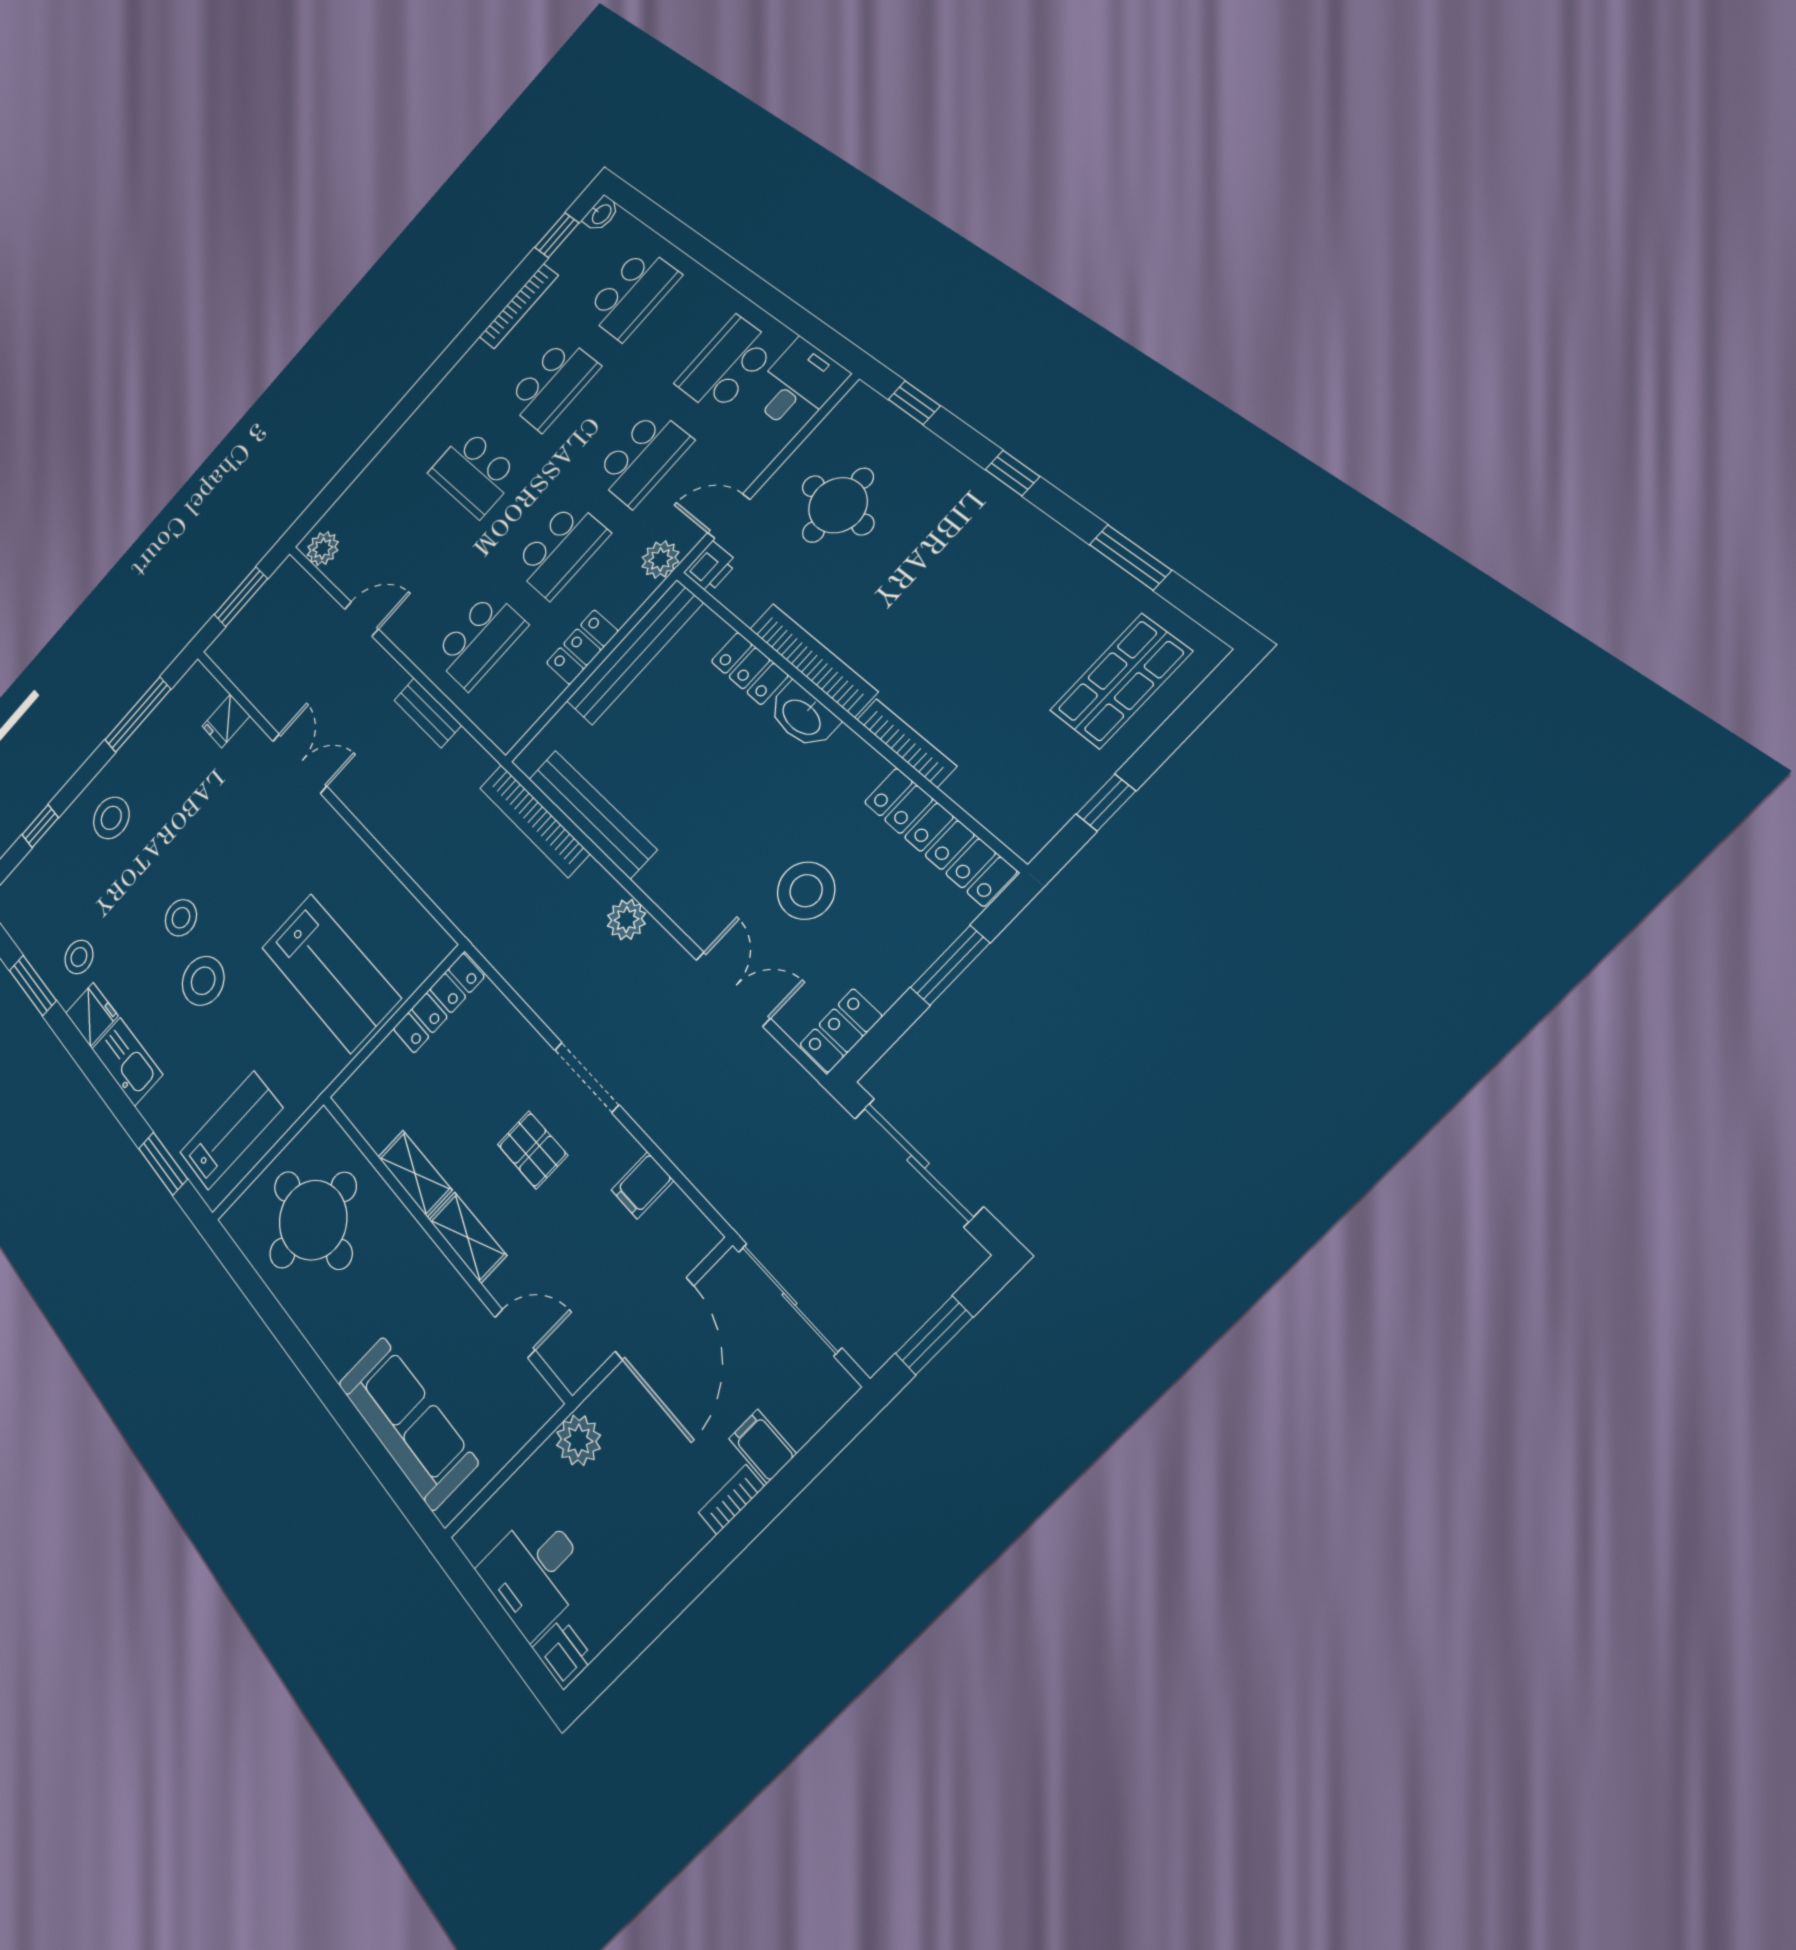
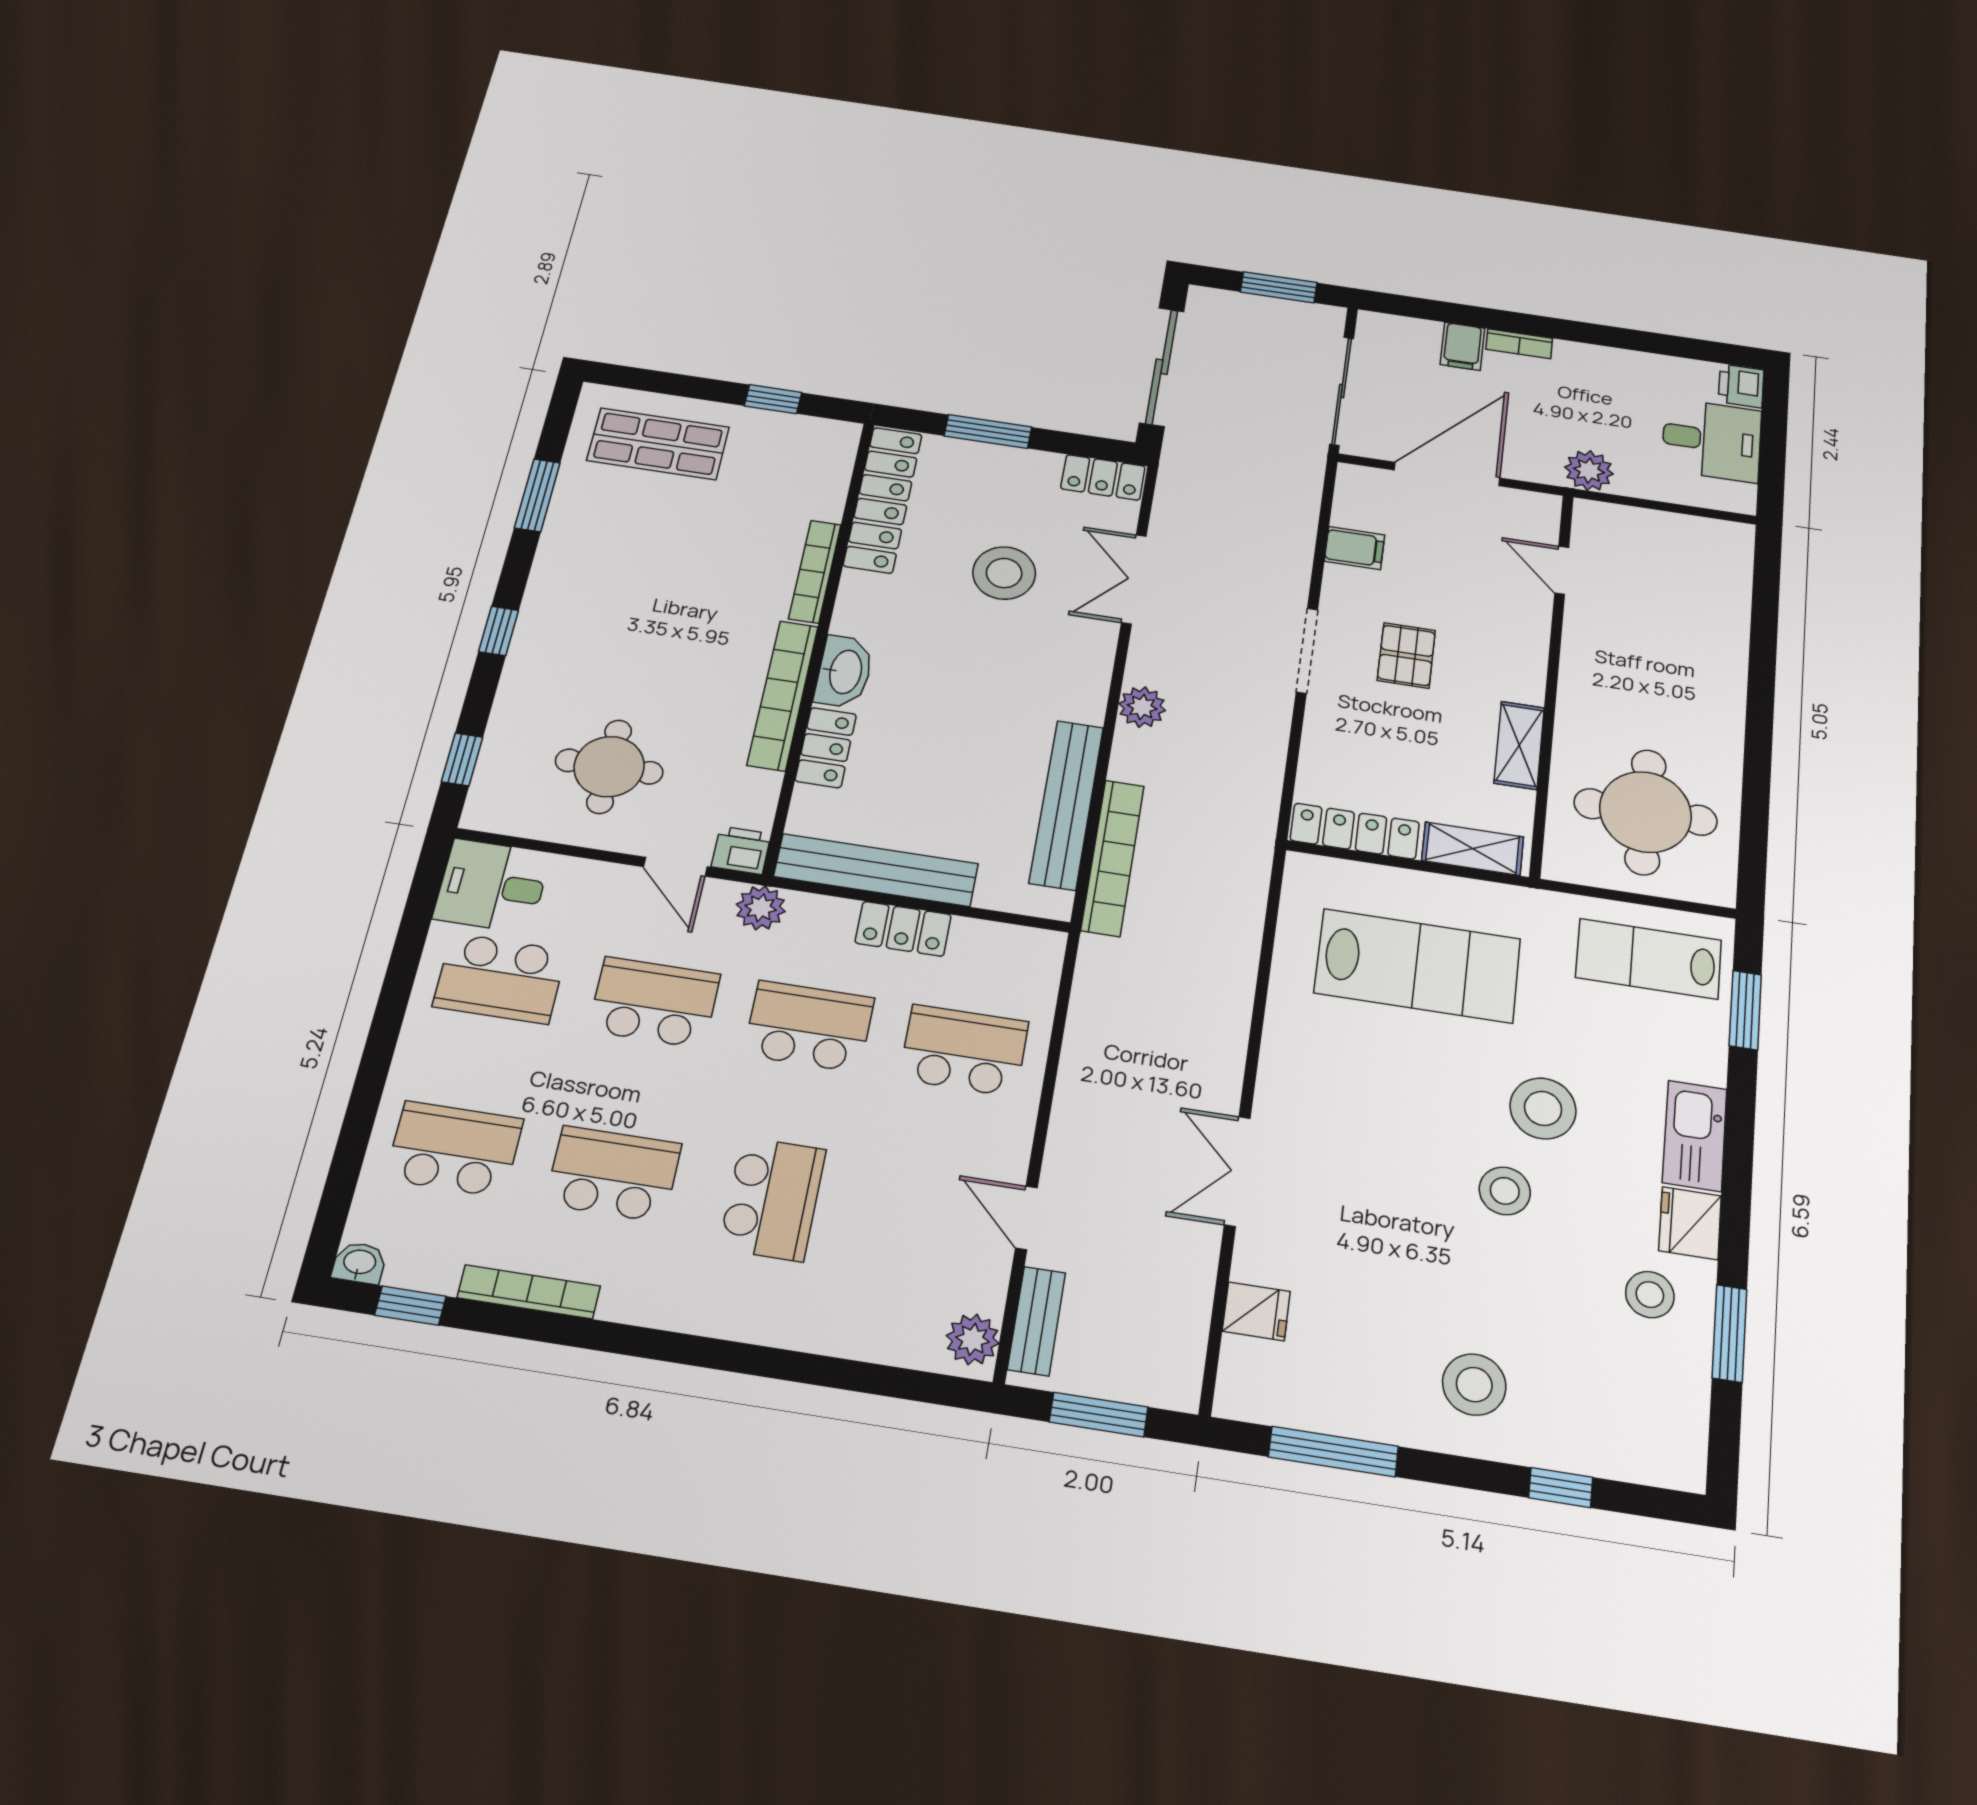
bench: (428, 713) -> (1037, 1321), moved
lab bench: (330, 973) -> (1418, 966), turned 90
shelving: (468, 1237) -> (1473, 849), moved, turned 90
sofa: (407, 1423) -> (1714, 609), removed

